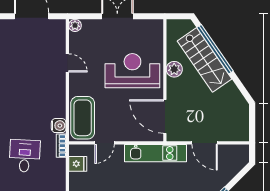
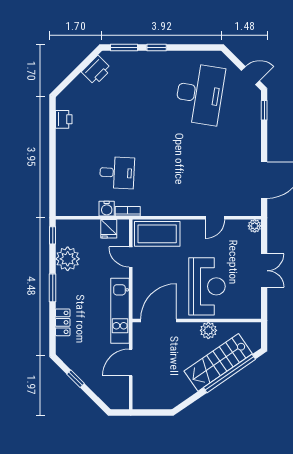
water cooler: (59, 126) -> (107, 209), moved

